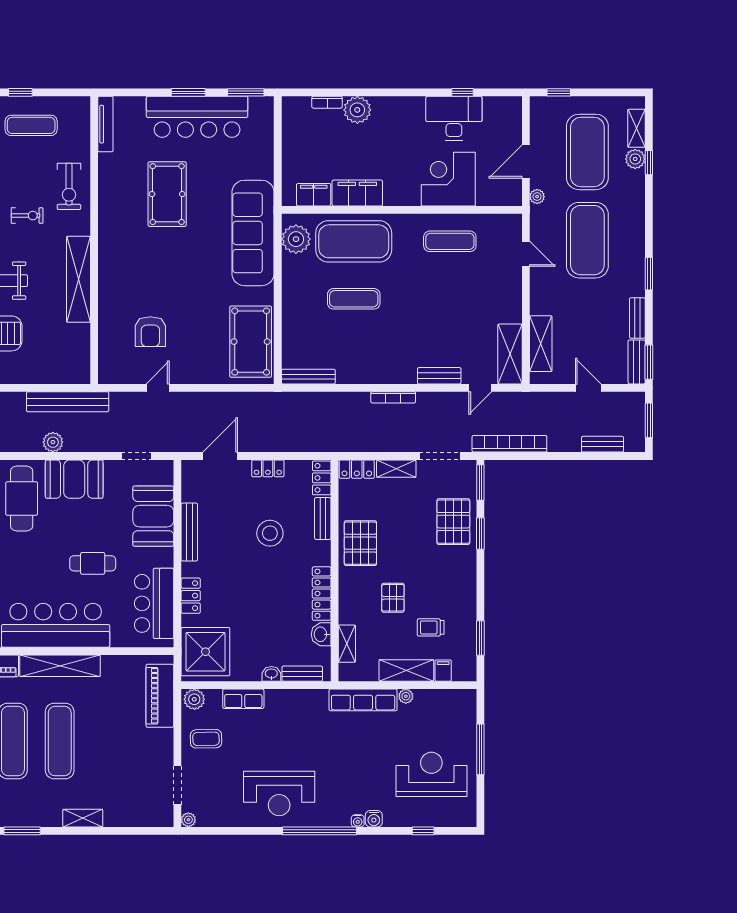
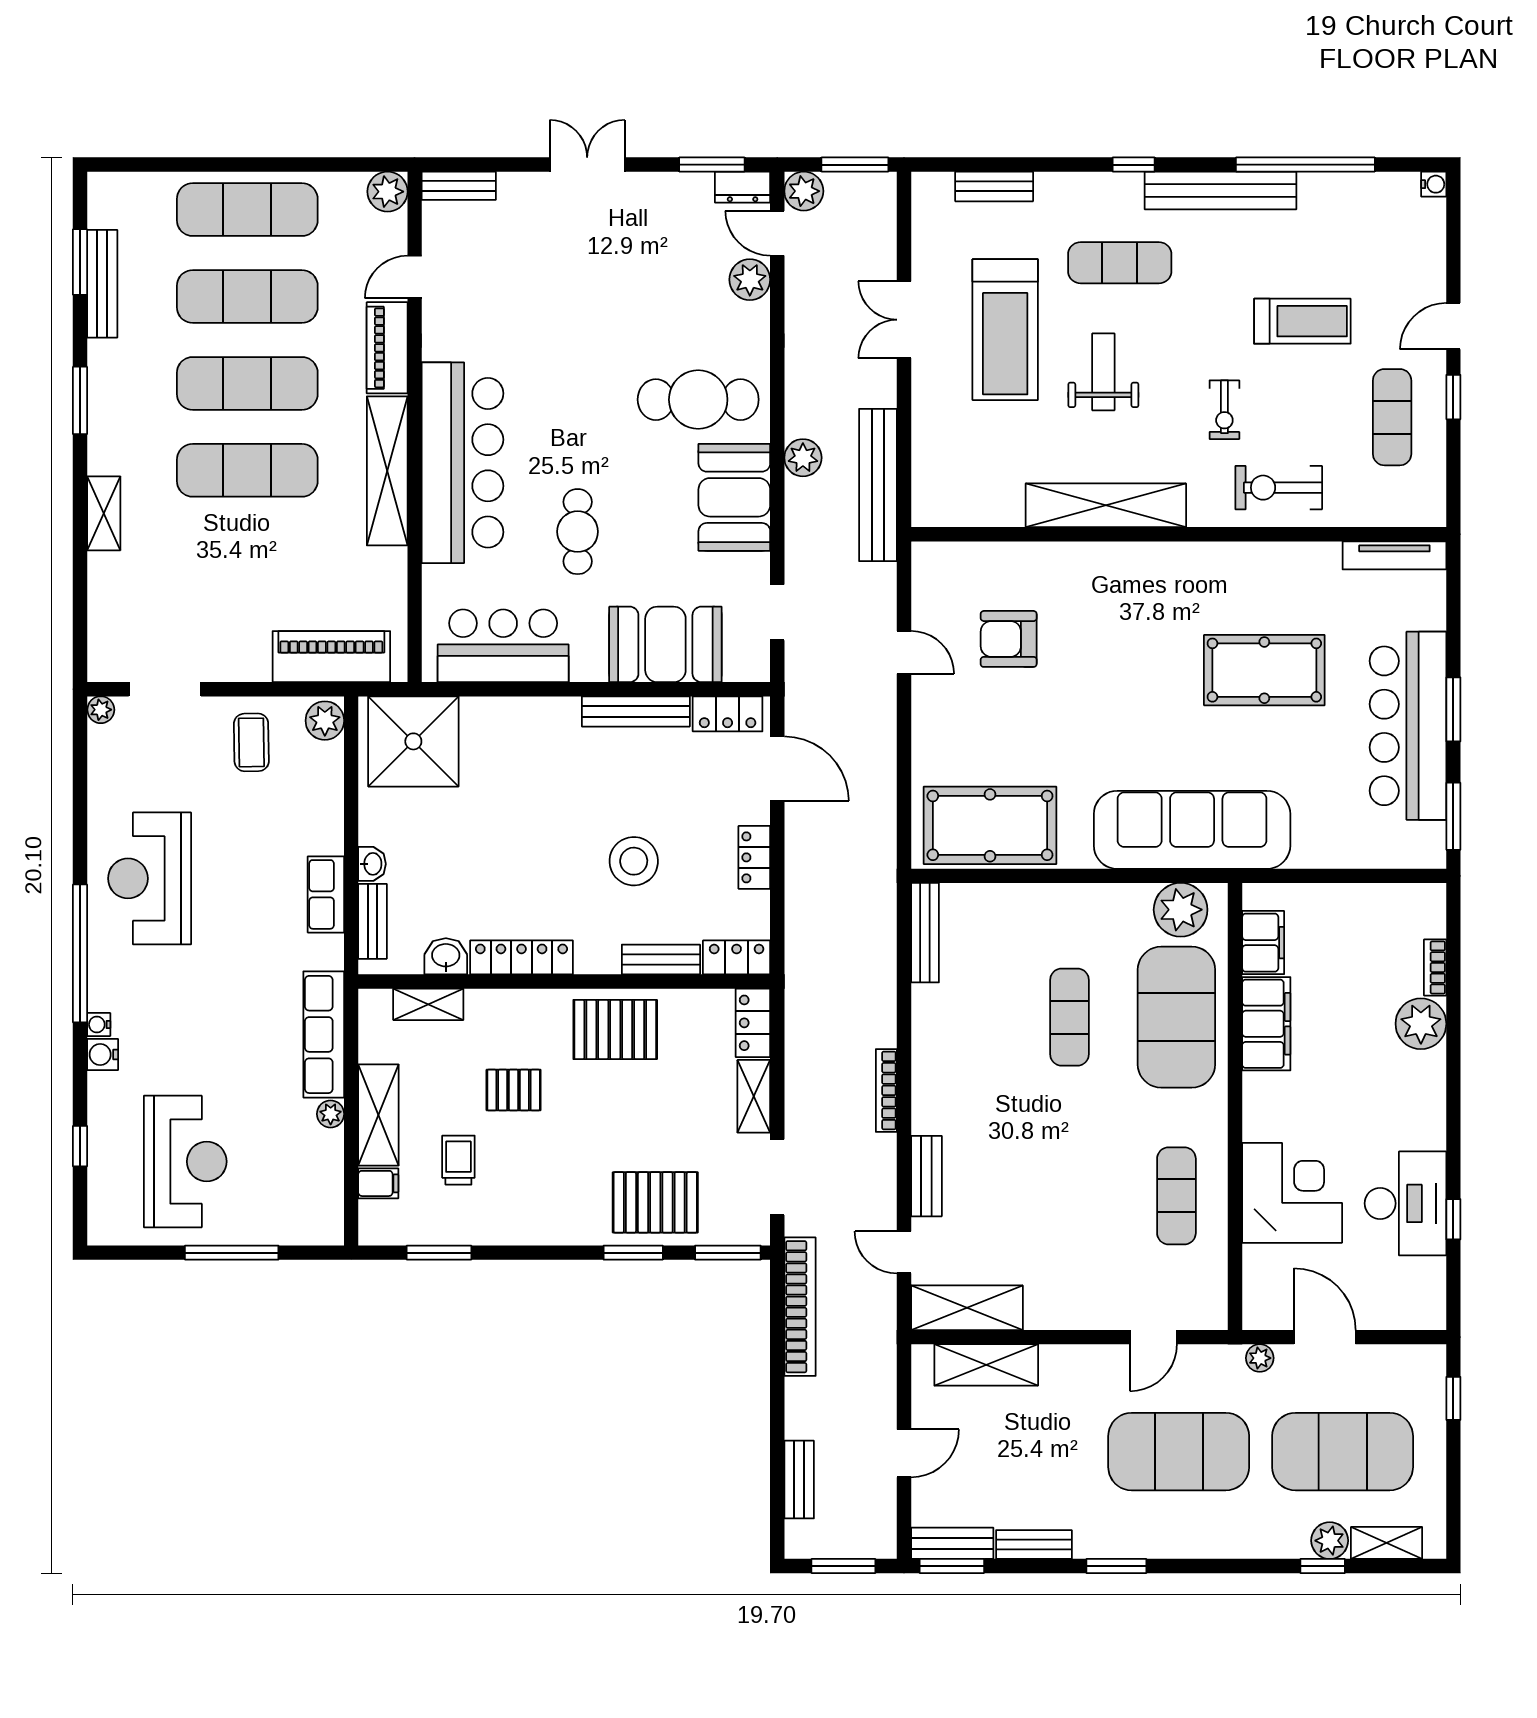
locker: (191, 596) -> (728, 714), moved
row of seats: (243, 699) -> (326, 894), moved

